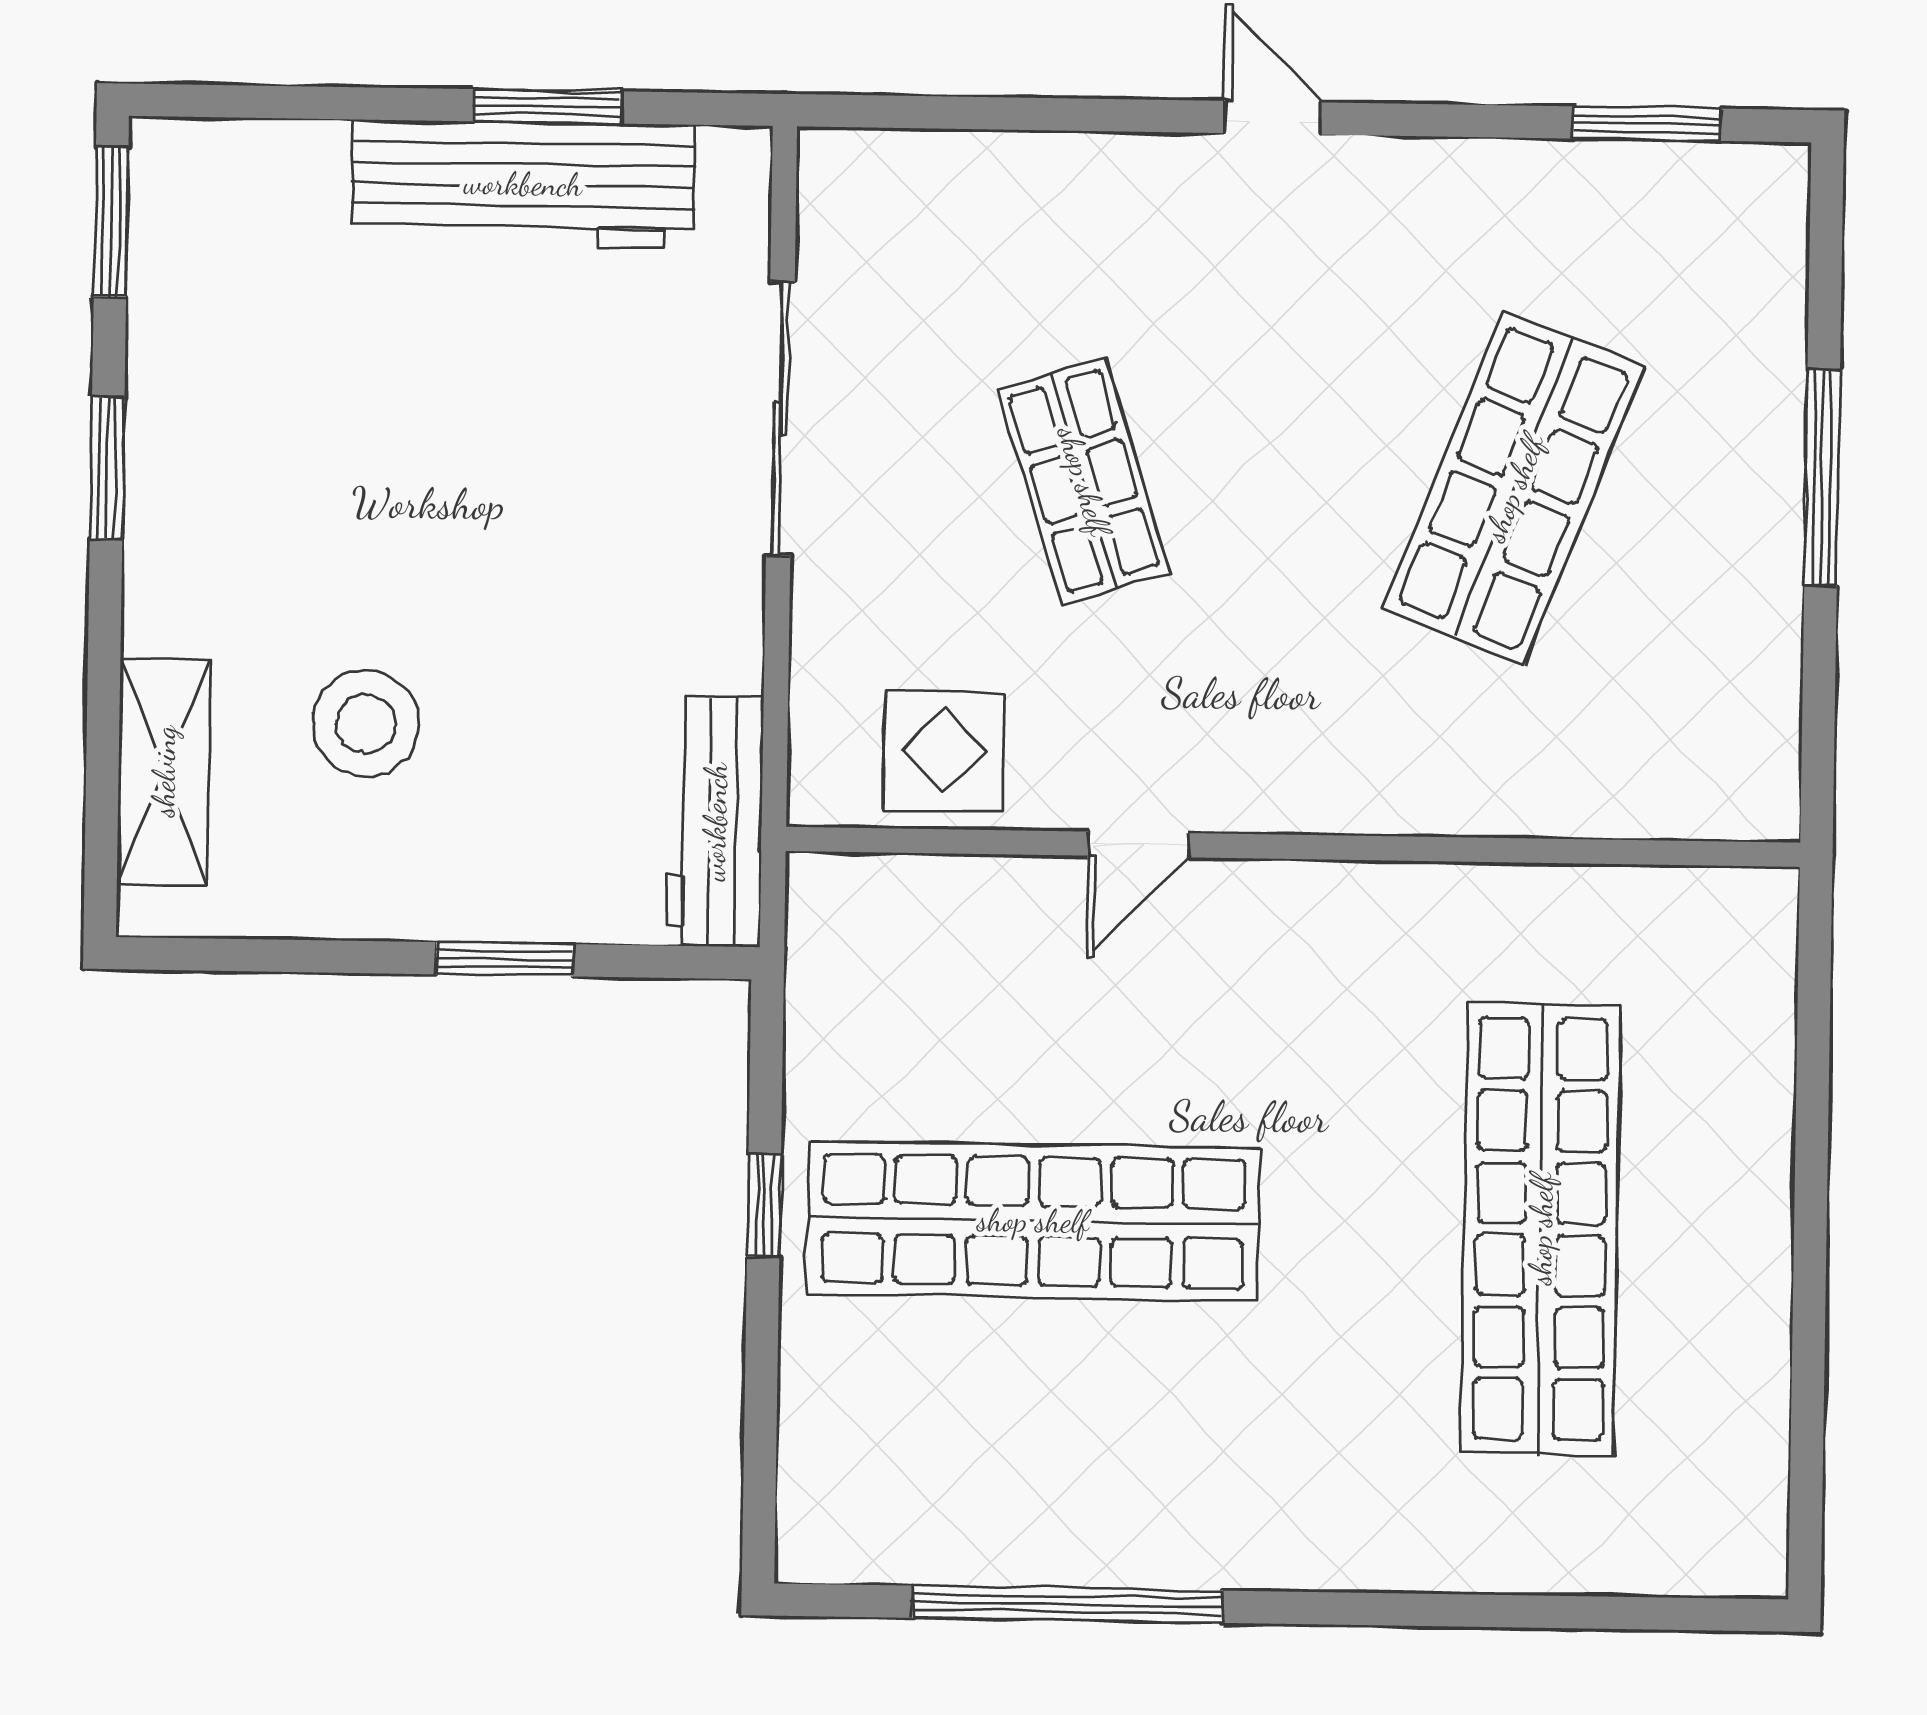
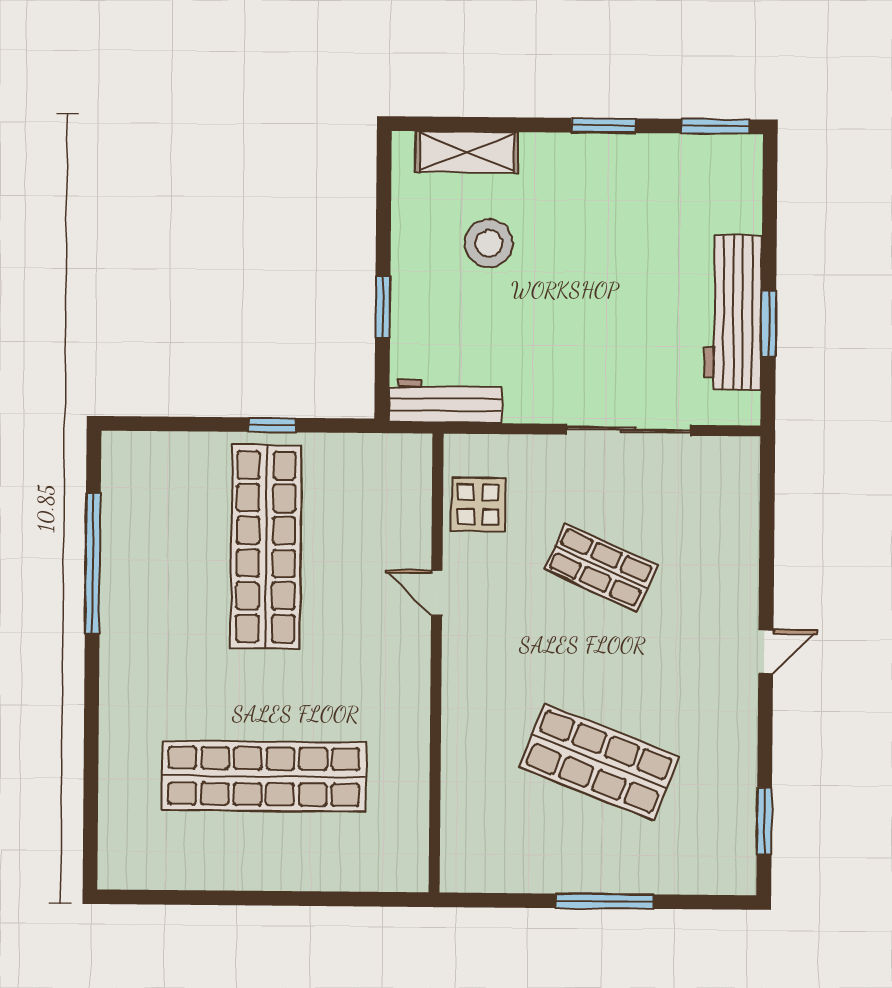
shop shelf: (1084, 481) -> (601, 567), turned 42

